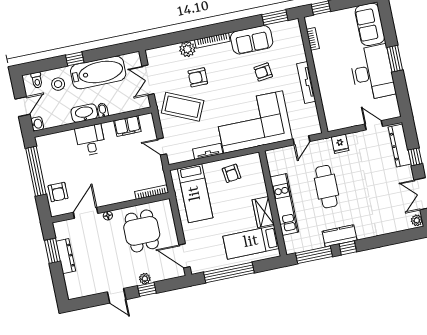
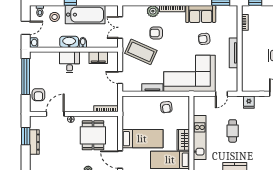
cafe table: (326, 187) -> (233, 131), width x0.73, depth x0.74
bed: (195, 193) -> (142, 139), moved, turned -90

